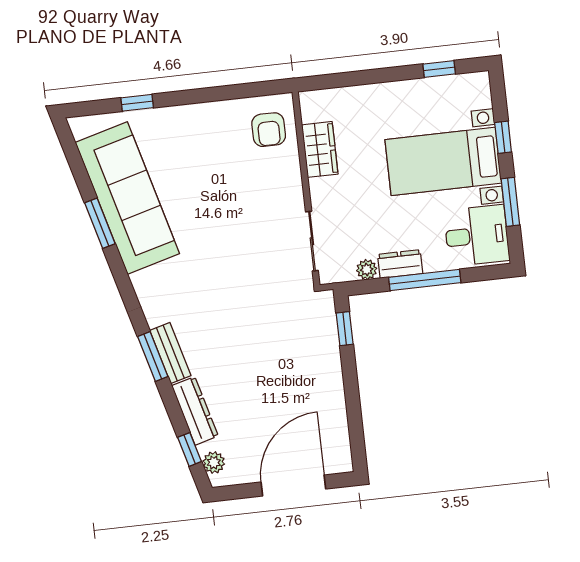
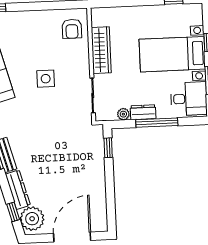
wardrobe: (320, 149) -> (101, 50), width x1.50
side table: (230, 218) -> (46, 79), added
plant: (214, 463) -> (32, 219), width x1.88, depth x1.88

